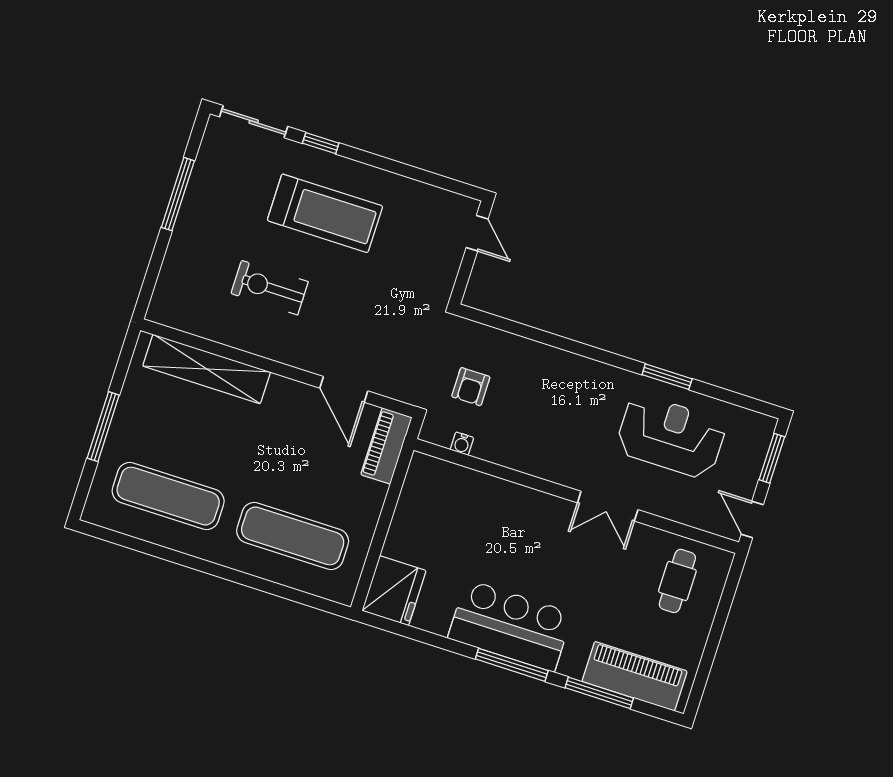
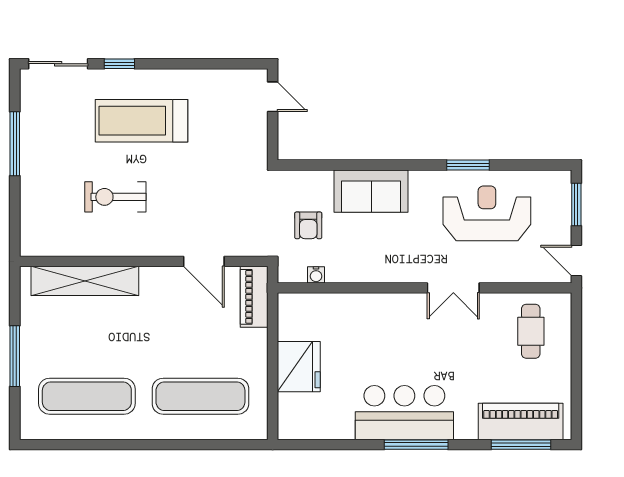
treadmill: (325, 213) -> (142, 121), turned 180
sofa: (552, 371) -> (371, 191), added
fridge: (394, 591) -> (299, 367), moved
window: (599, 693) -> (521, 445), moved

